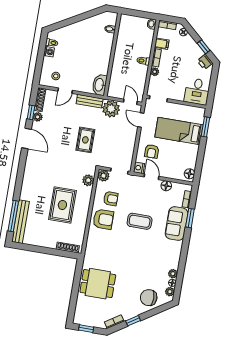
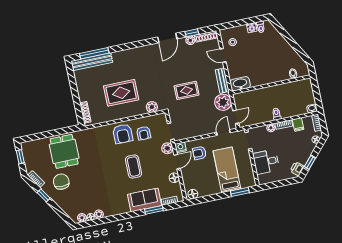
desk: (197, 91) -> (266, 162), moved
plant: (103, 176) -> (167, 148), moved
chair: (149, 298) -> (61, 182), moved

